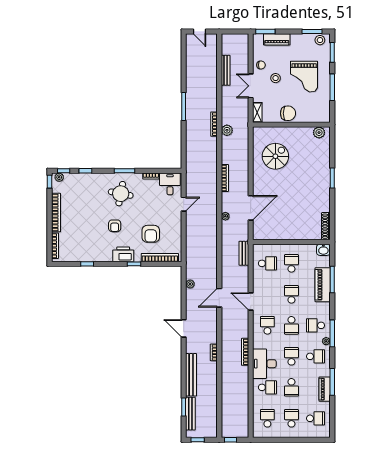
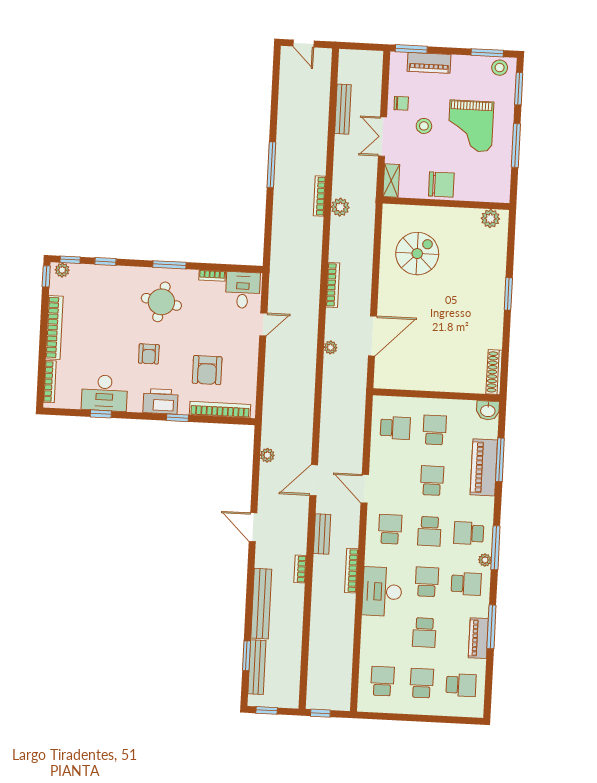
desk: (89, 251) -> (104, 393), added
bench: (244, 253) -> (322, 534), moved
school desk: (267, 387) -> (385, 630), removed

